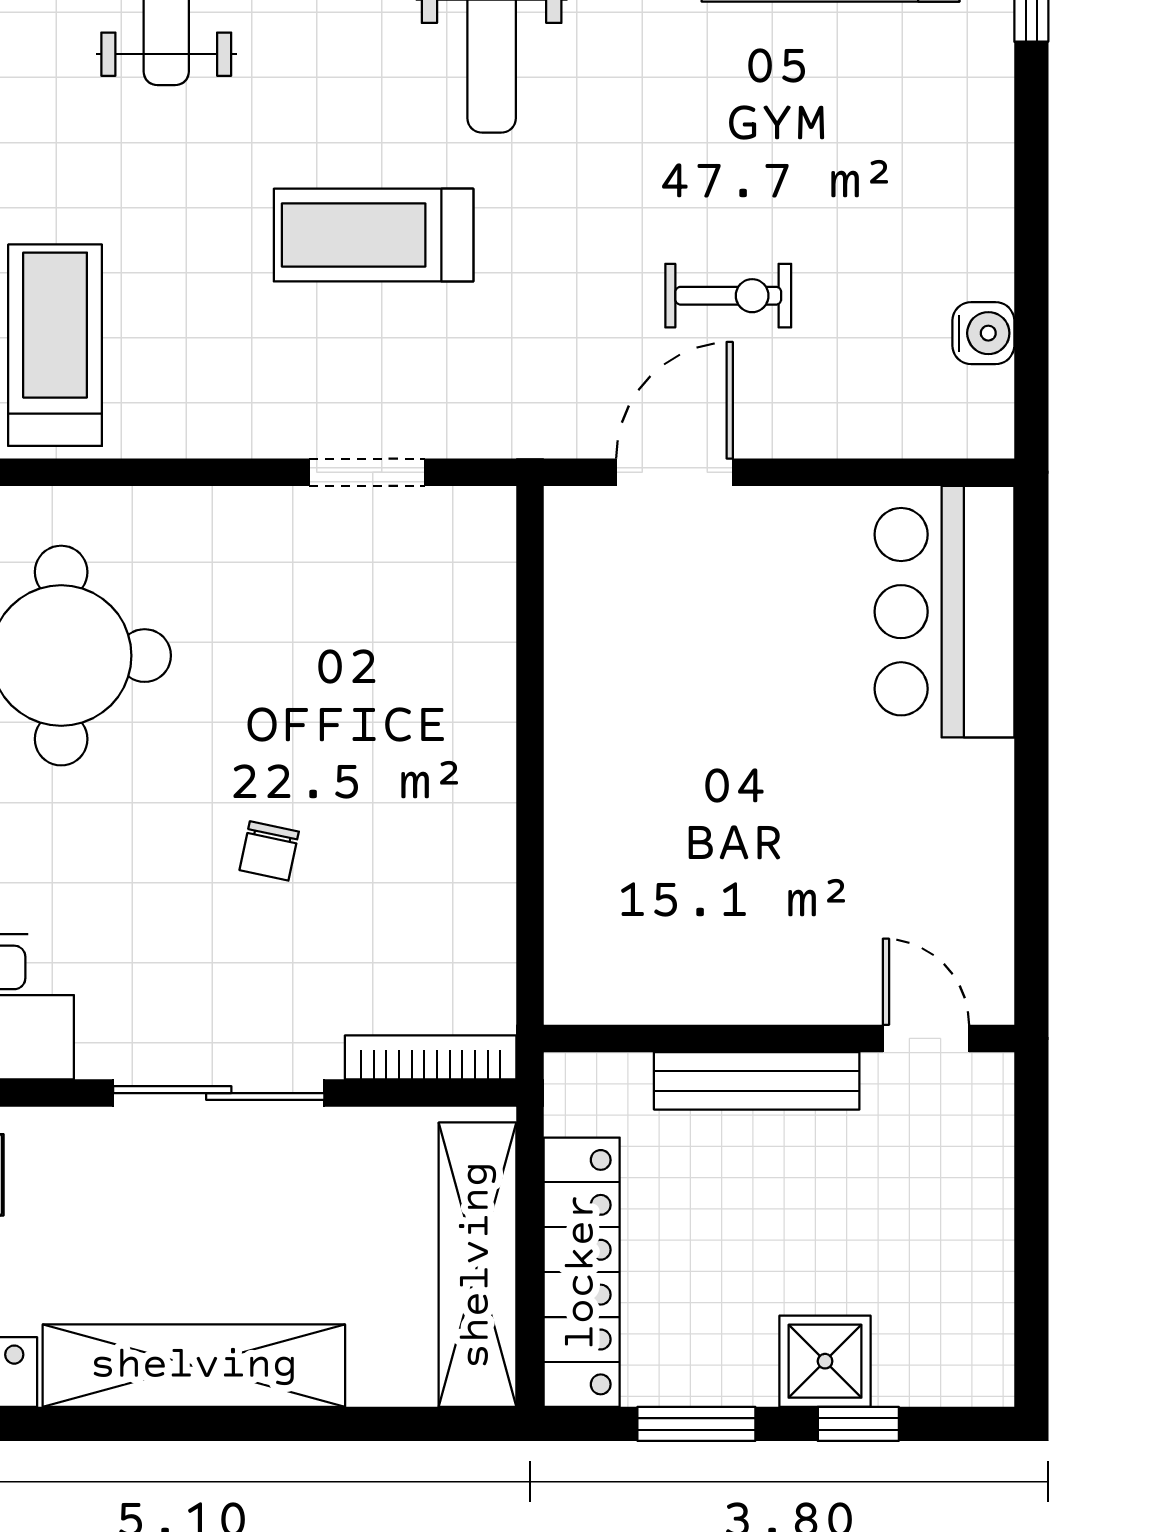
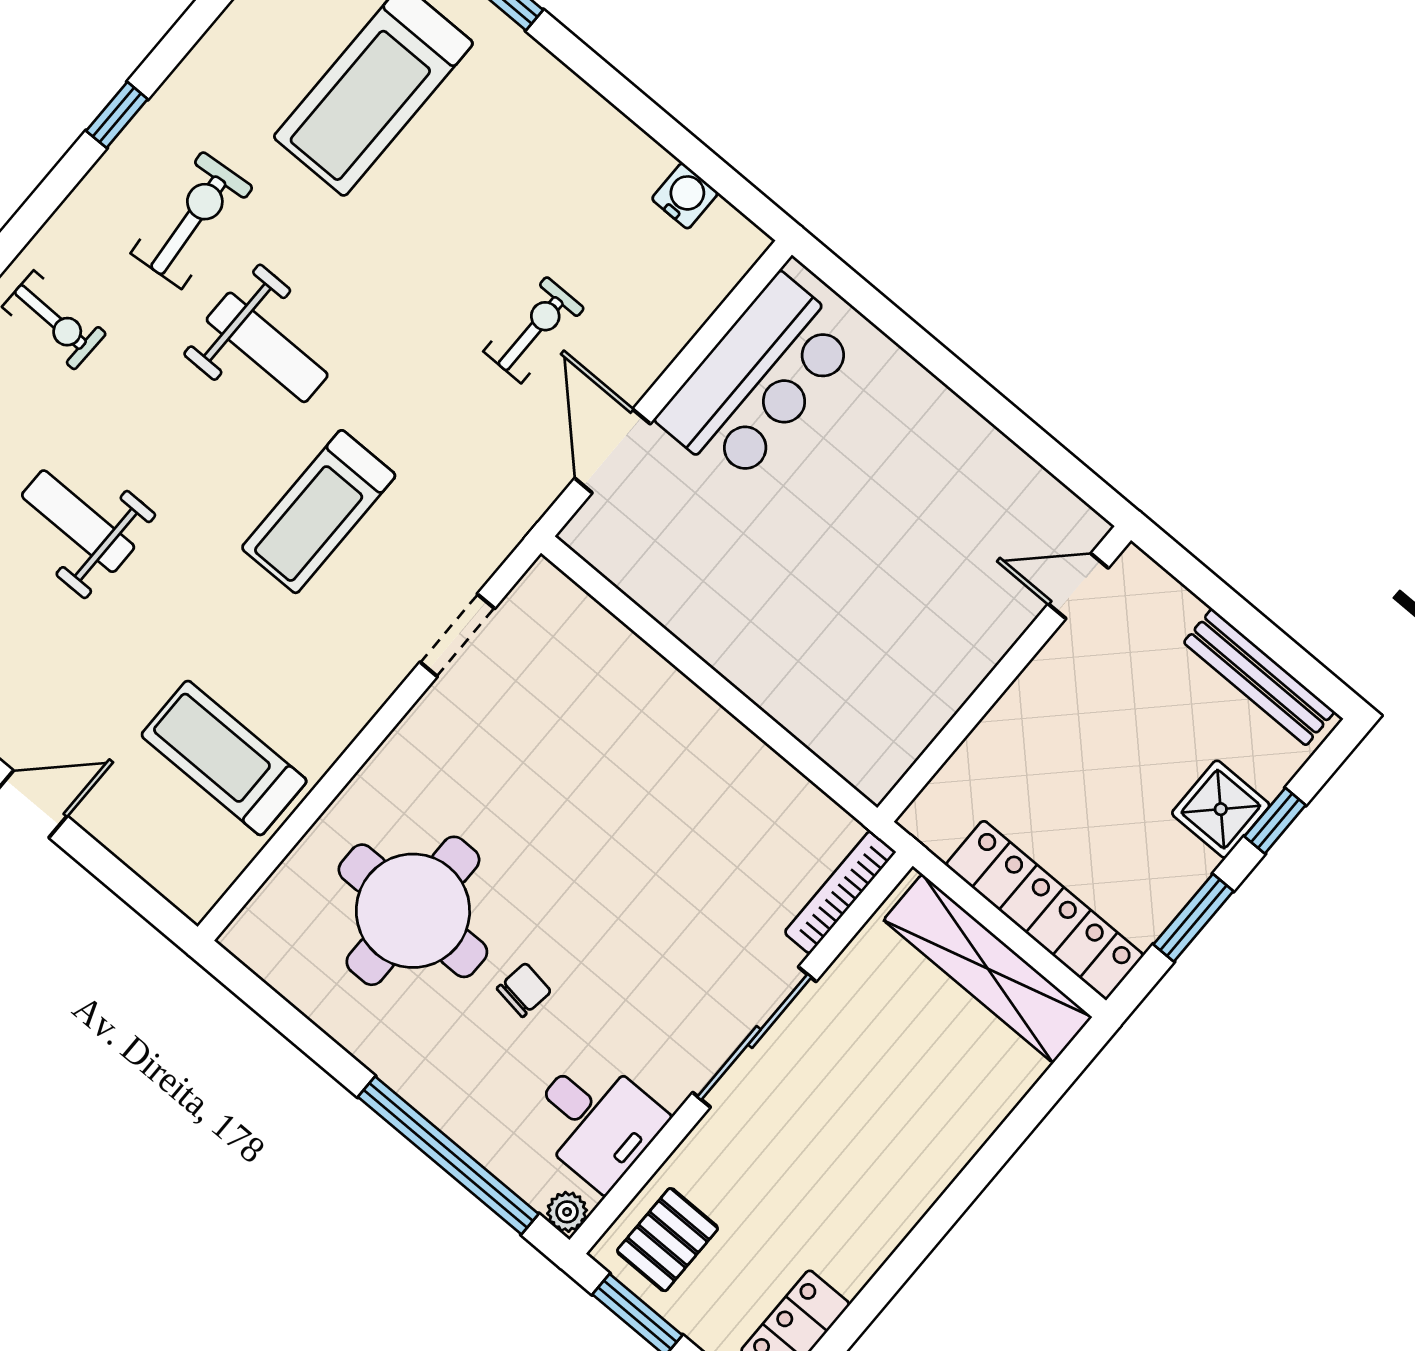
bar counter: (944, 612) -> (758, 380), moved, turned -90
chair: (269, 851) -> (524, 990), moved, turned -94
bench: (757, 1081) -> (1259, 677), moved, turned 90
shelving: (194, 1366) -> (905, 1189), removed

